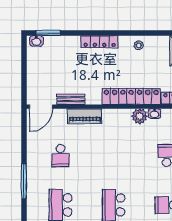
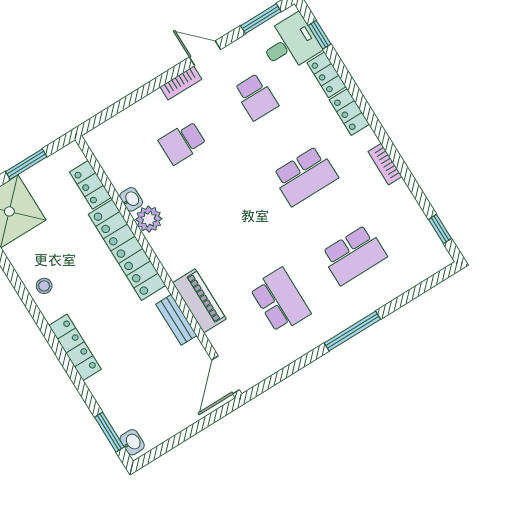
bench: (71, 99) -> (176, 320), moved
door: (41, 107) -> (226, 375), swing flipped
school desk: (61, 155) -> (280, 300), width x1.85

